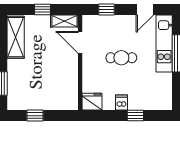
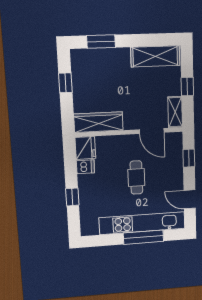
door: (80, 42) -> (152, 131), swing flipped
kitchen unit: (164, 43) -> (142, 223), width x1.36
wardrobe: (70, 89) -> (98, 122), added
dishwasher: (122, 102) -> (85, 167), moved

